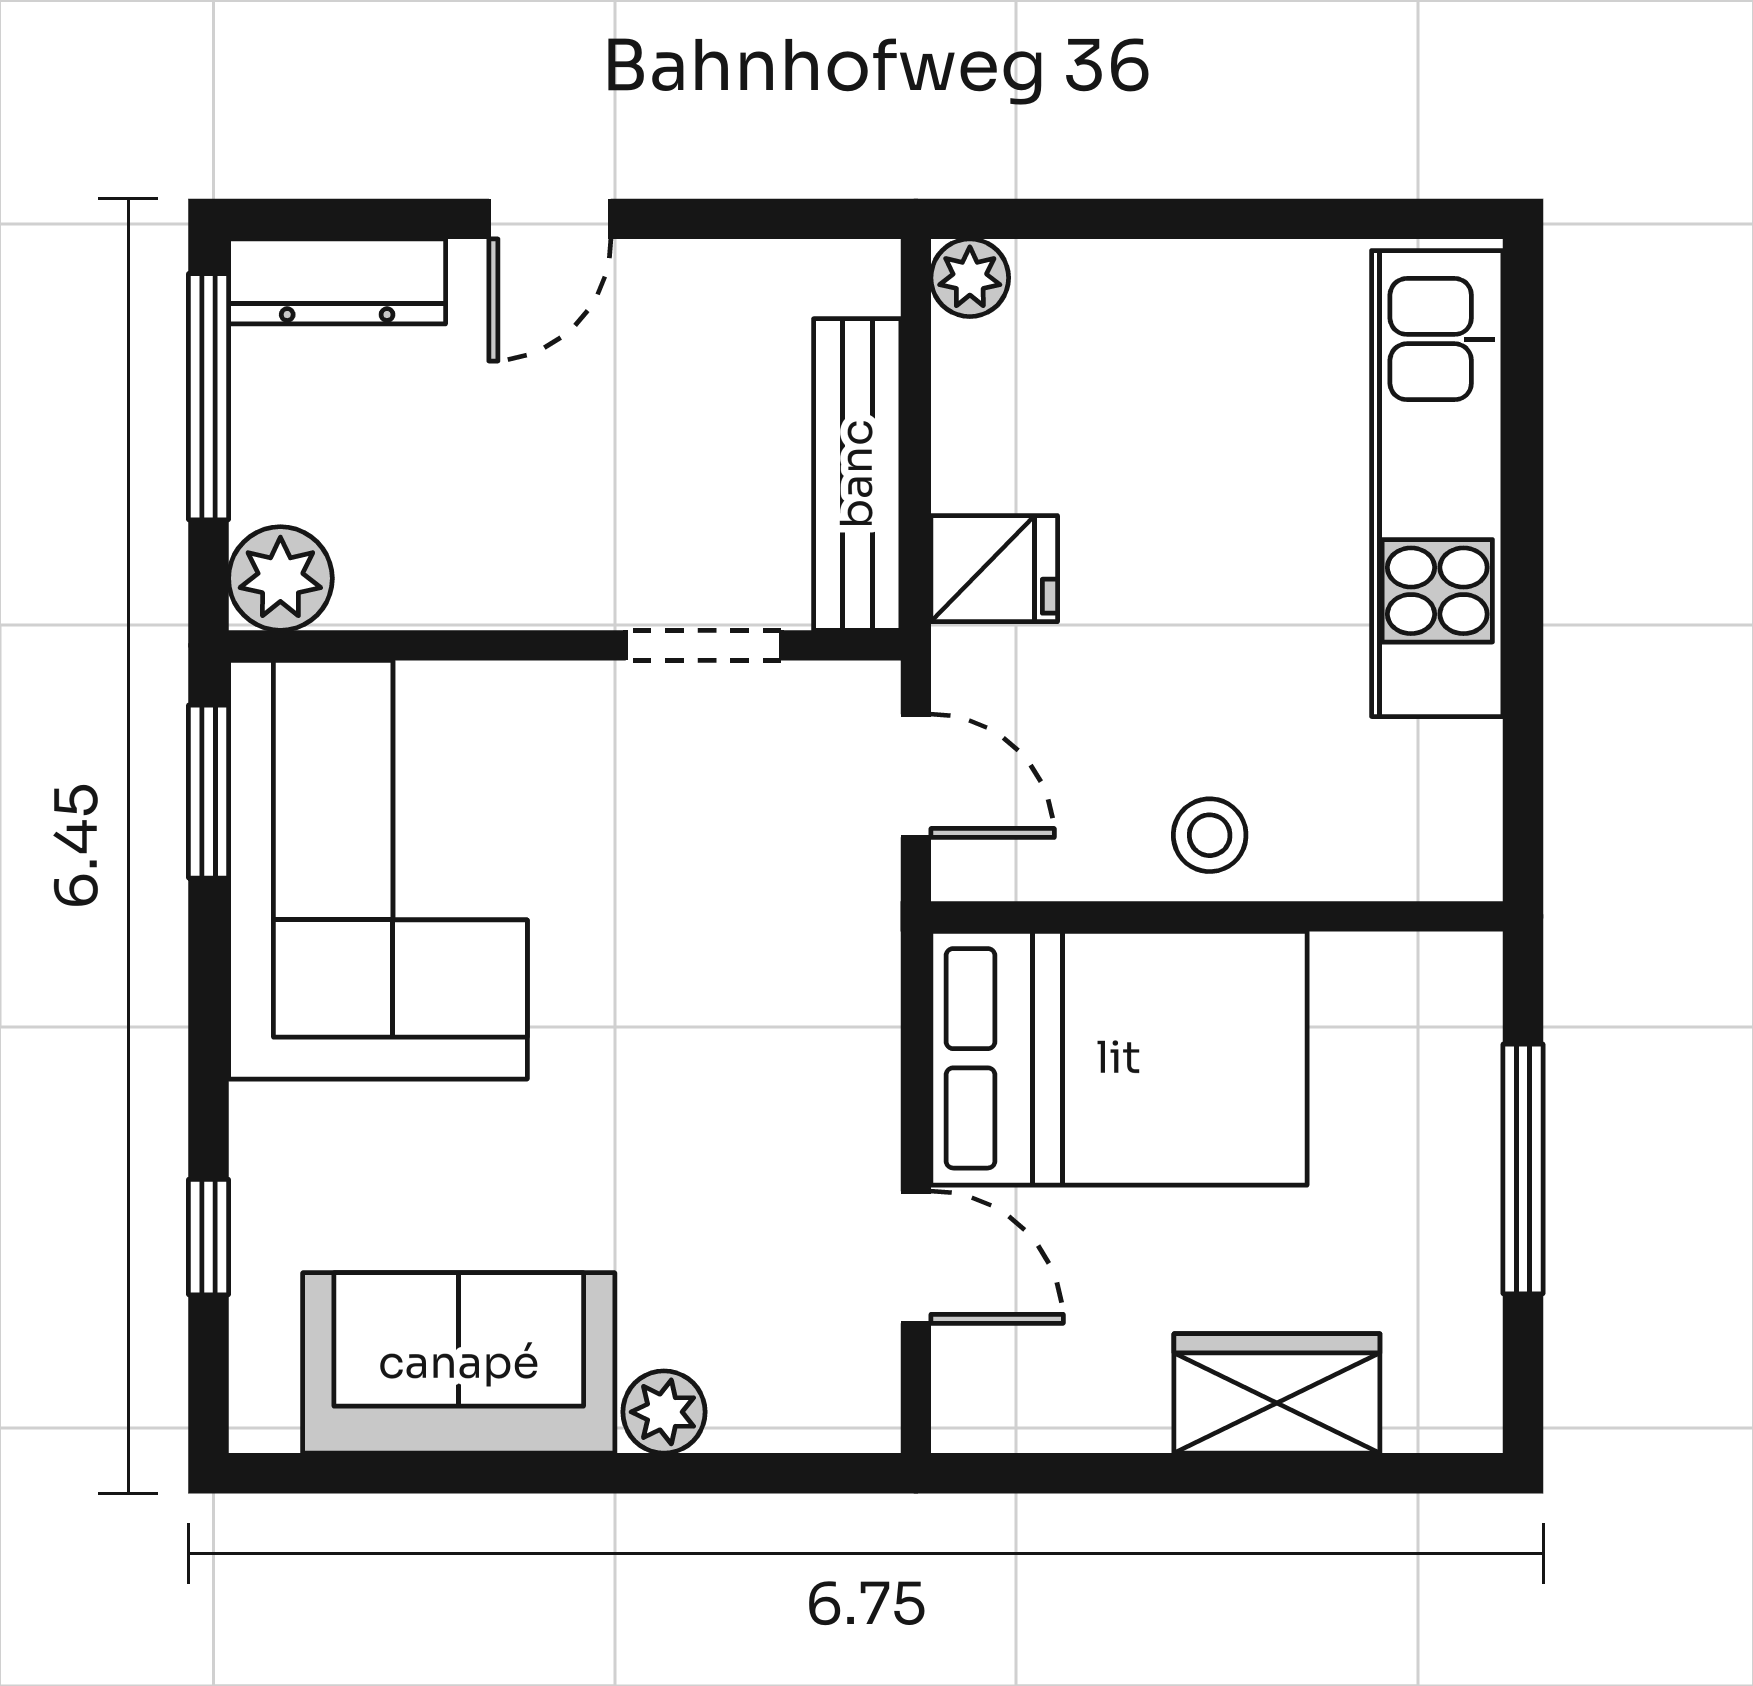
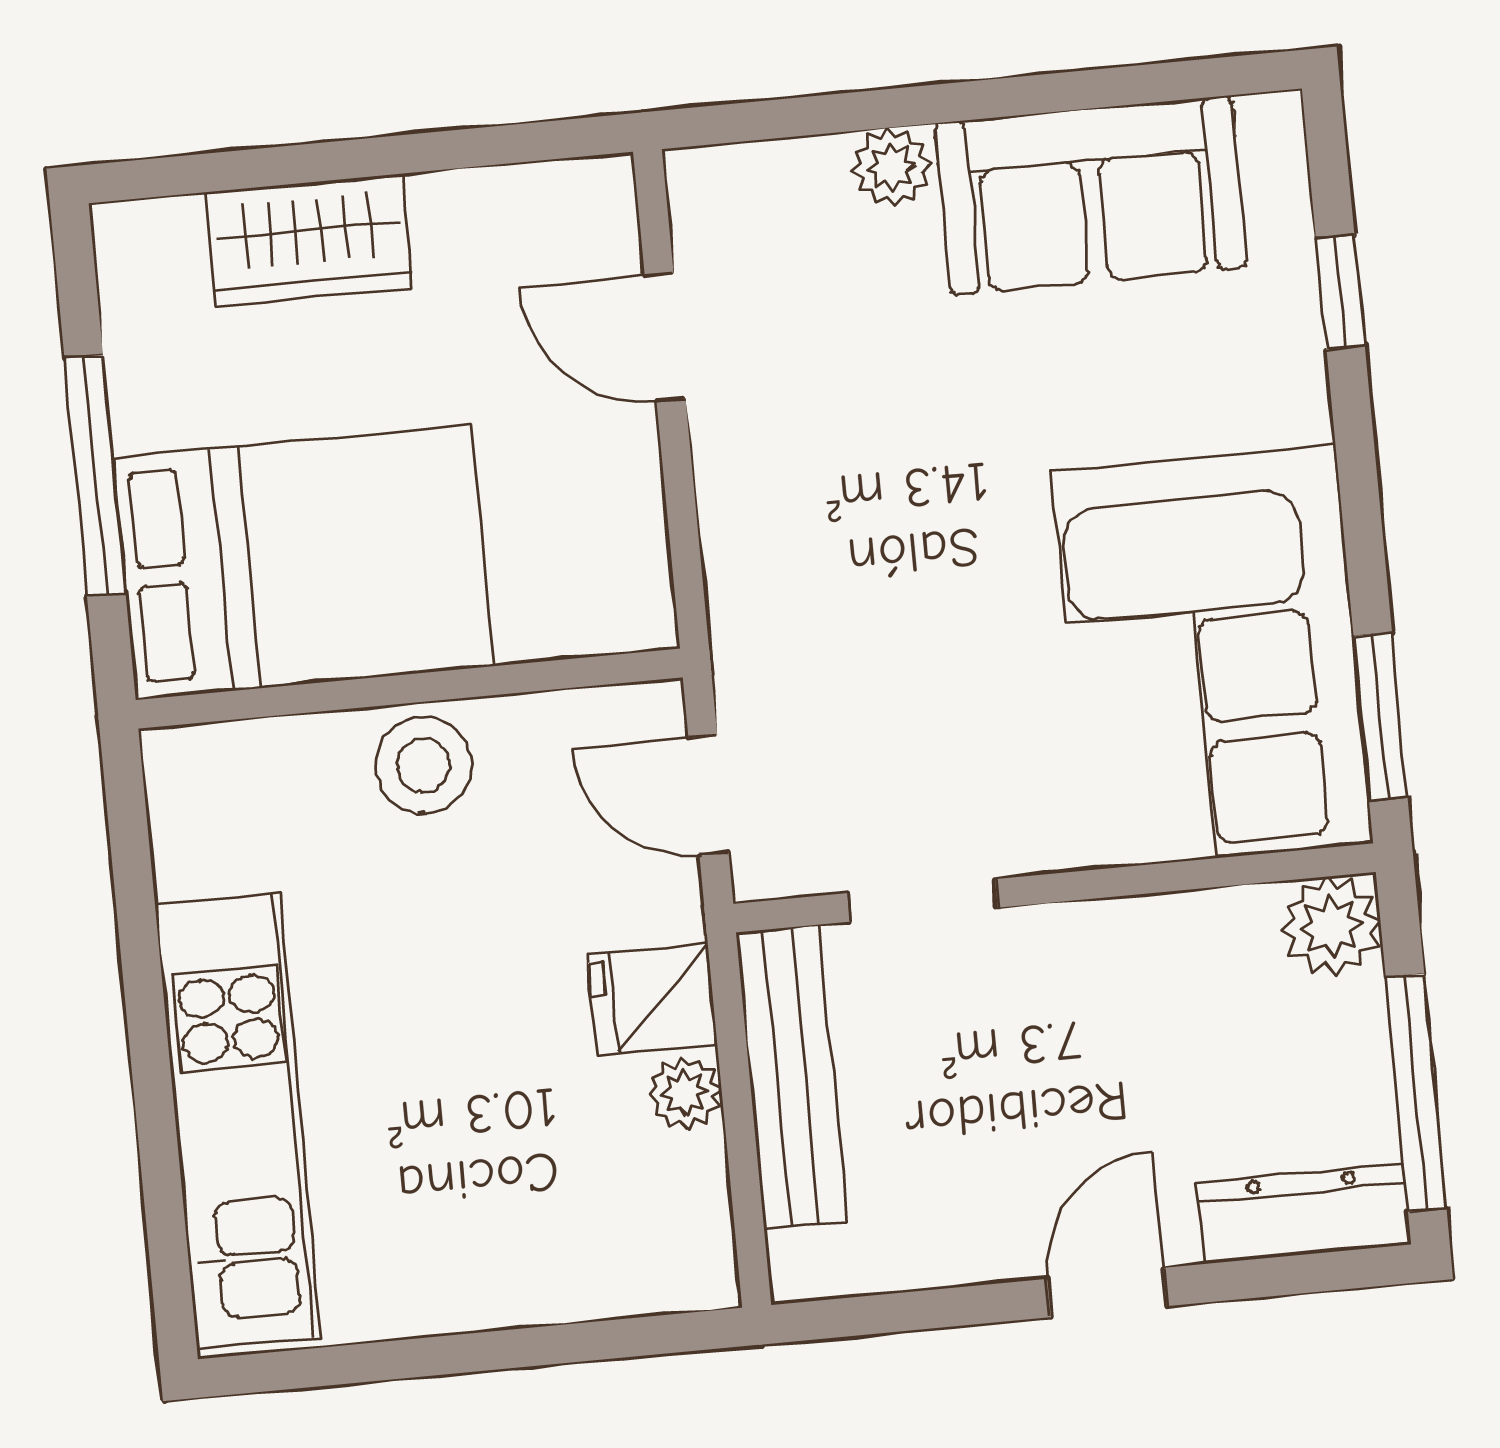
plant: (970, 278) -> (685, 1093), moved
stool: (1210, 835) -> (423, 765), width x1.37, depth x1.37
bed: (1119, 1058) -> (303, 562), moved, turned 180

